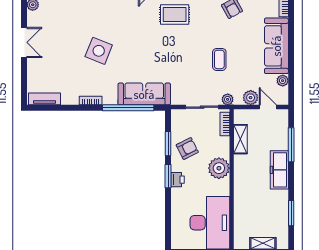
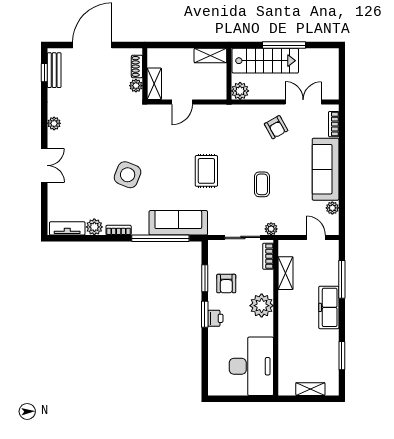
rug: (175, 15) -> (206, 171), moved, turned 90
plant: (251, 98) -> (94, 227), moved
armchair: (187, 148) -> (226, 284), turned 117

